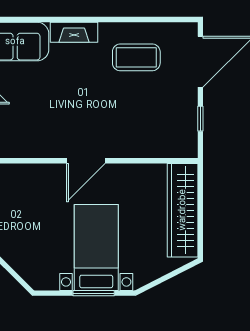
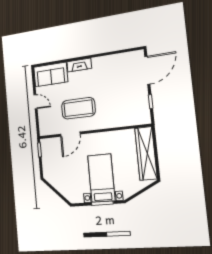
coffee table: (136, 57) -> (78, 108), moved, width x1.36, depth x1.32
door: (86, 161) -> (70, 134), moved

